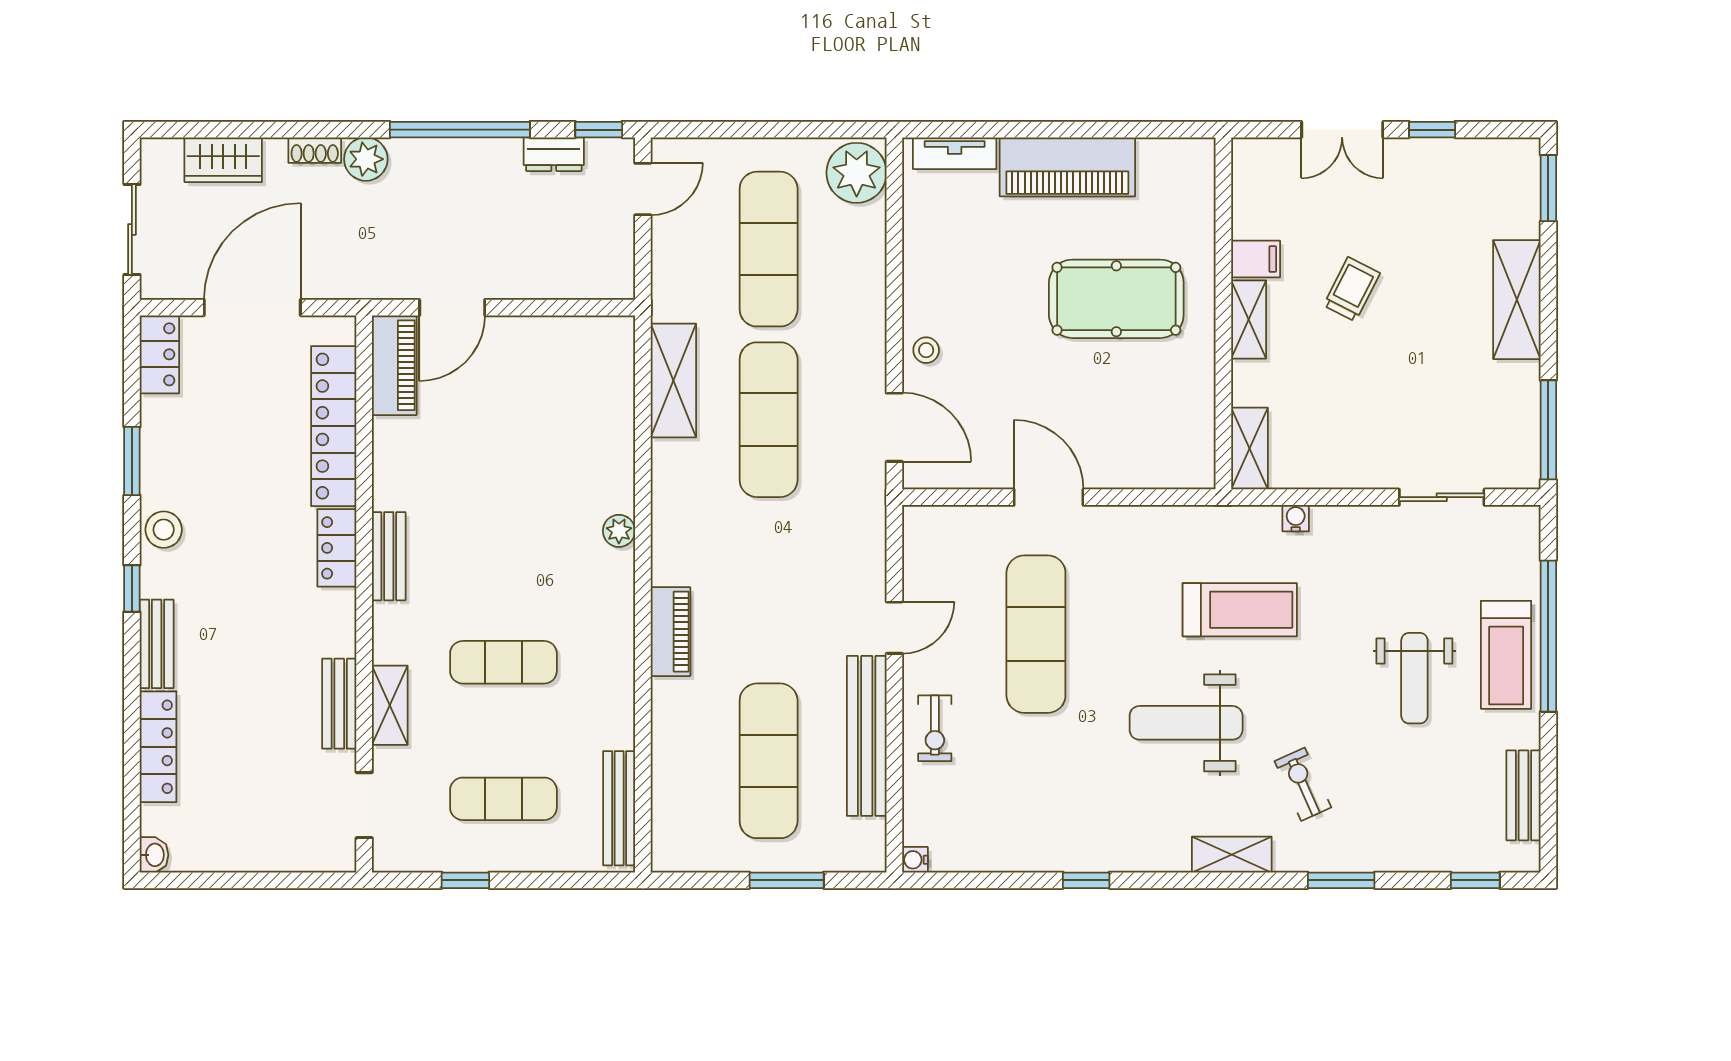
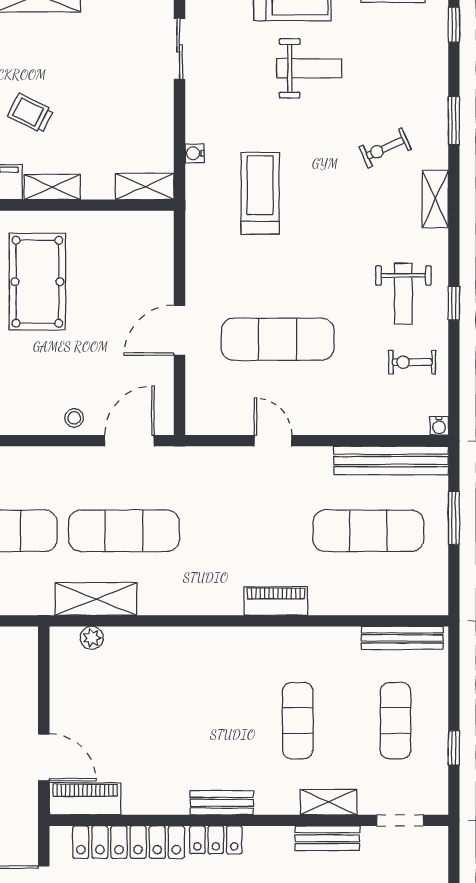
plant: (619, 531) -> (92, 638), moved
weight bench: (1186, 723) -> (403, 294), moved, width x0.73, depth x0.75
exercise bike: (935, 728) -> (412, 362), moved, turned 180
bench: (867, 736) -> (391, 460), moved

